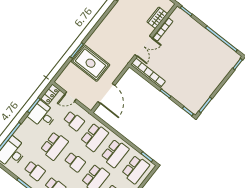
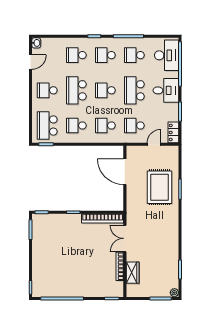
rug: (91, 63) -> (159, 187), turned 90
desk: (42, 115) -> (166, 90), moved
school desk: (94, 137) -> (105, 125), width x0.54
school desk: (115, 153) -> (76, 125), width x0.54

